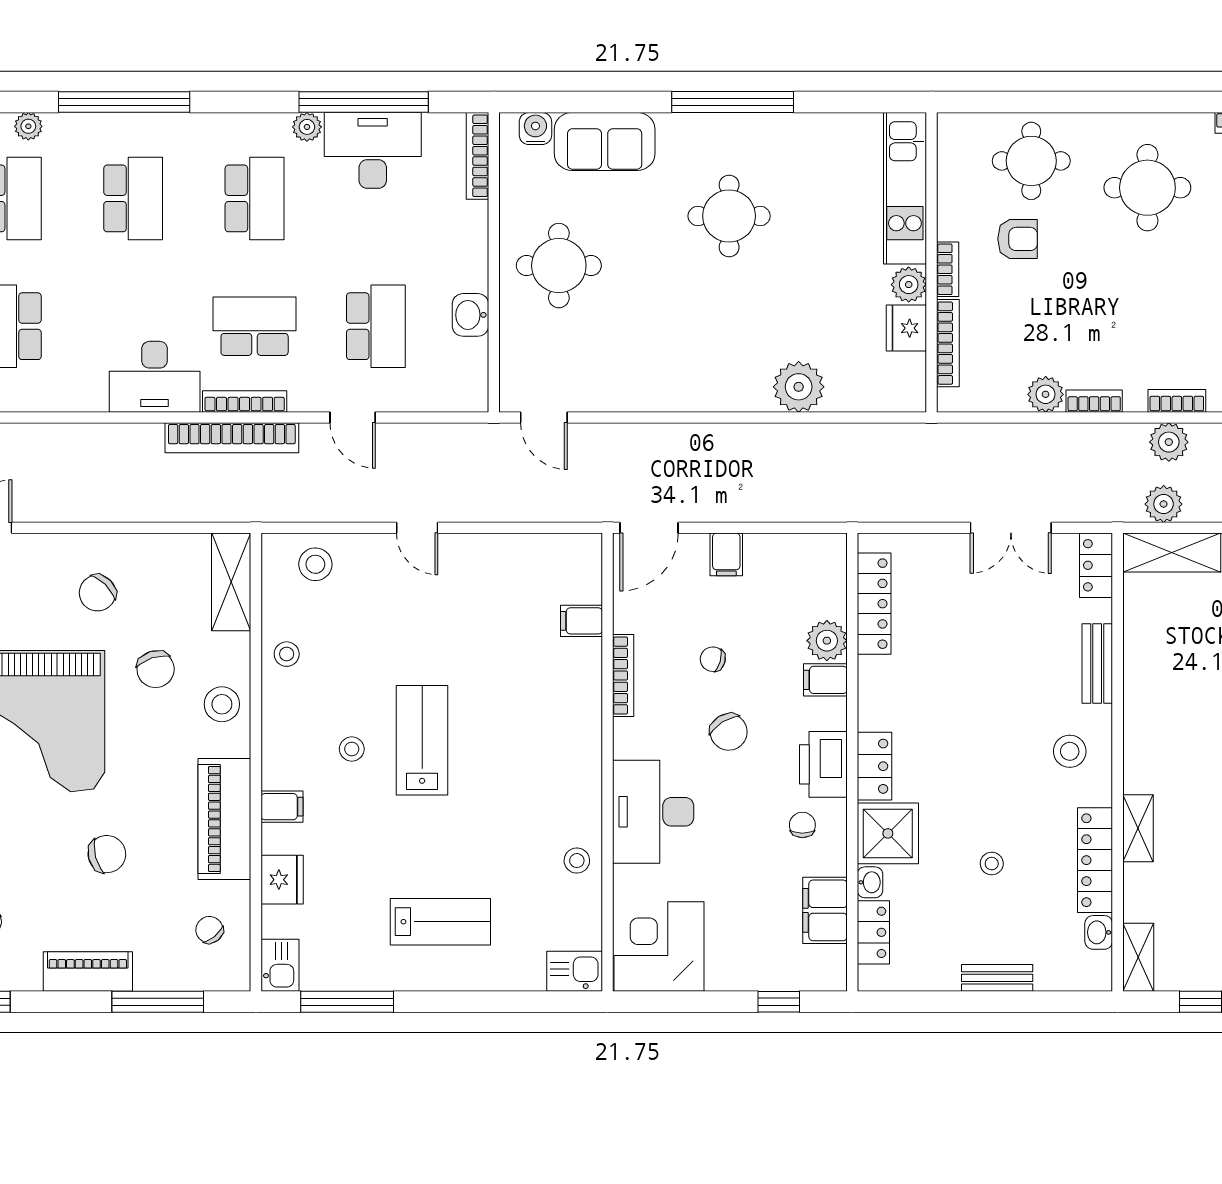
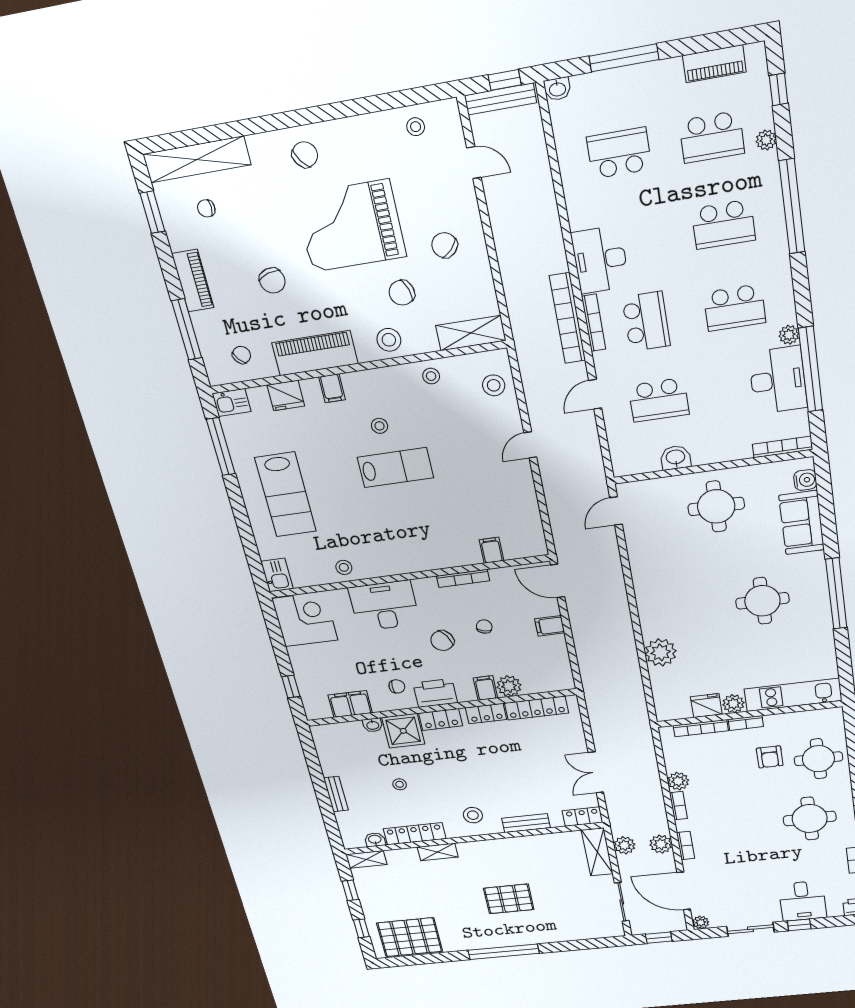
lab bench: (440, 922) -> (286, 495), width x1.36, depth x1.39
locker: (873, 932) -> (486, 714), moved

